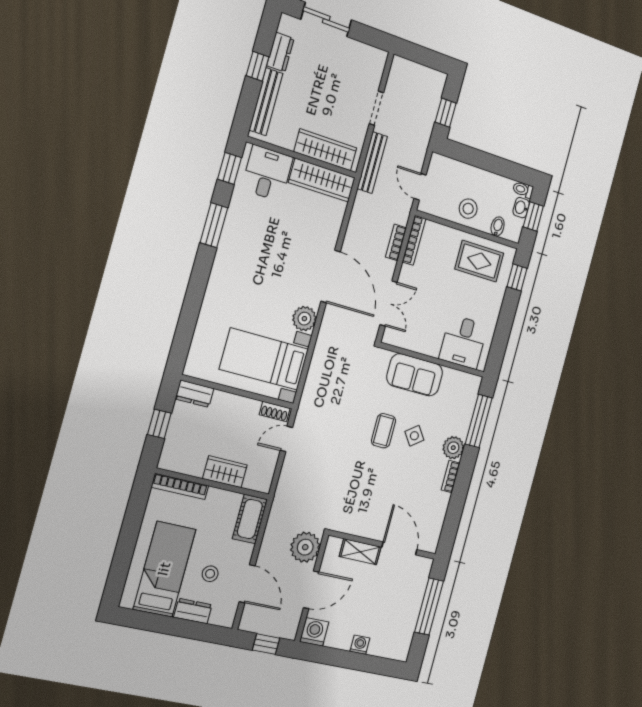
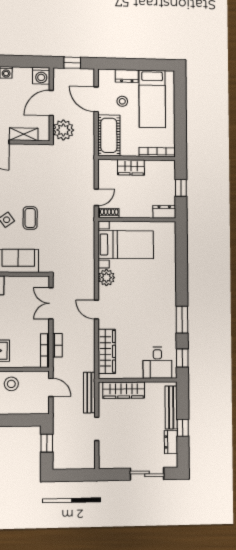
wardrobe: (322, 180) -> (107, 351), moved, turned 90
door: (331, 276) -> (97, 310), width x0.53
cot: (250, 519) -> (109, 135), width x1.37, depth x1.34

